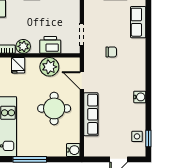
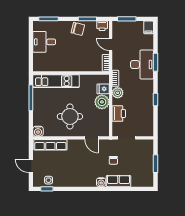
row of seats: (138, 22) -> (119, 181), moved
plant: (49, 67) -> (102, 102), moved
door: (82, 80) -> (92, 138), swing flipped
water cooler: (140, 97) -> (101, 182), moved
row of seats: (91, 114) -> (50, 145), moved

